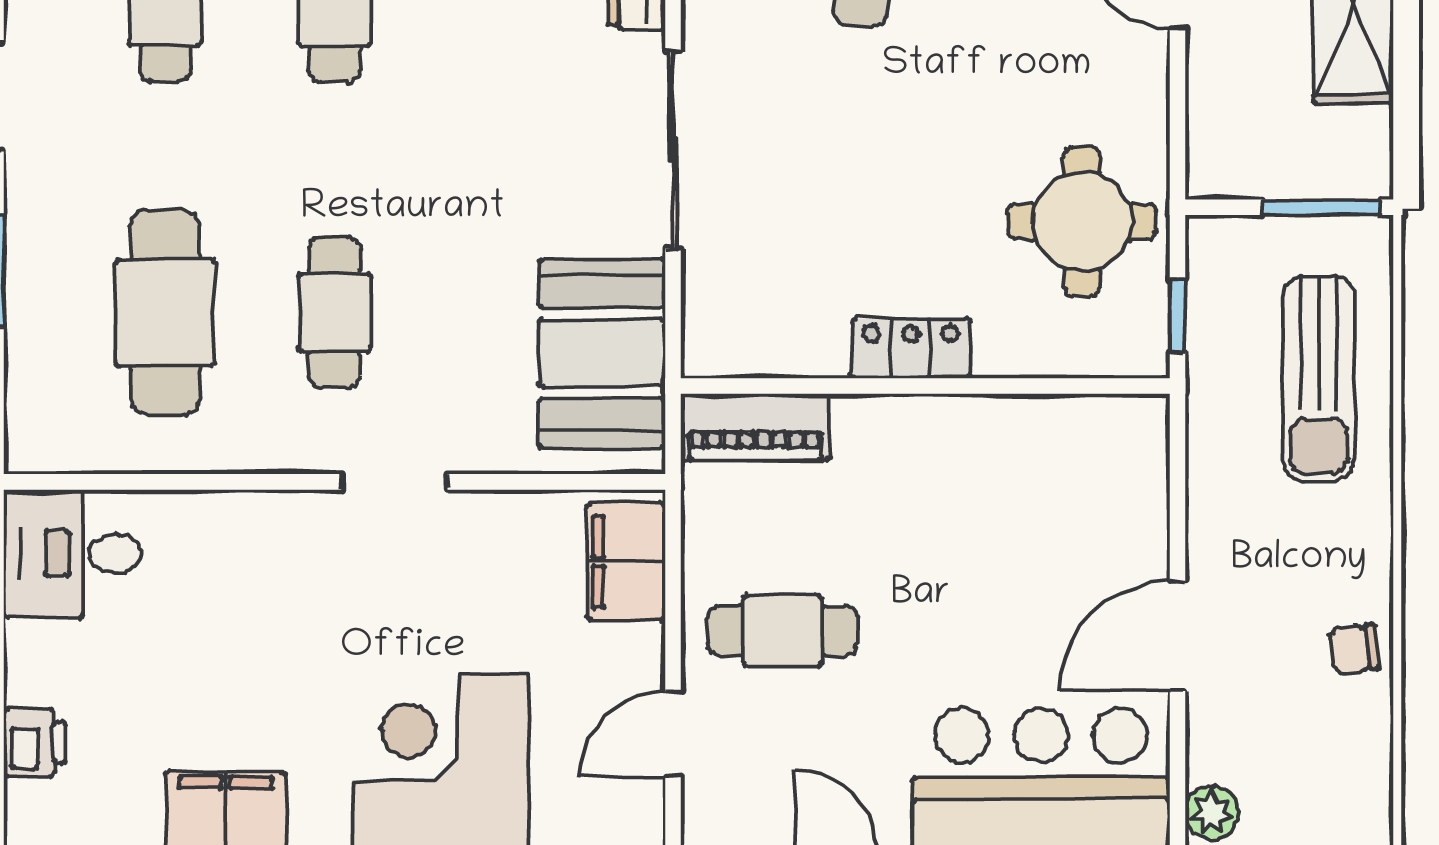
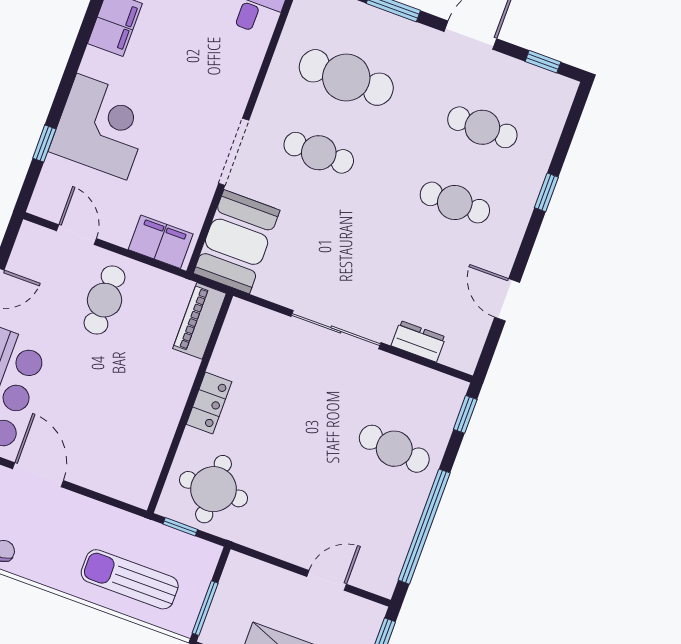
round table: (1082, 222) -> (214, 489), moved
booth: (602, 353) -> (237, 242), moved, turned 90
doorway: (394, 482) -> (234, 152), width x1.38

